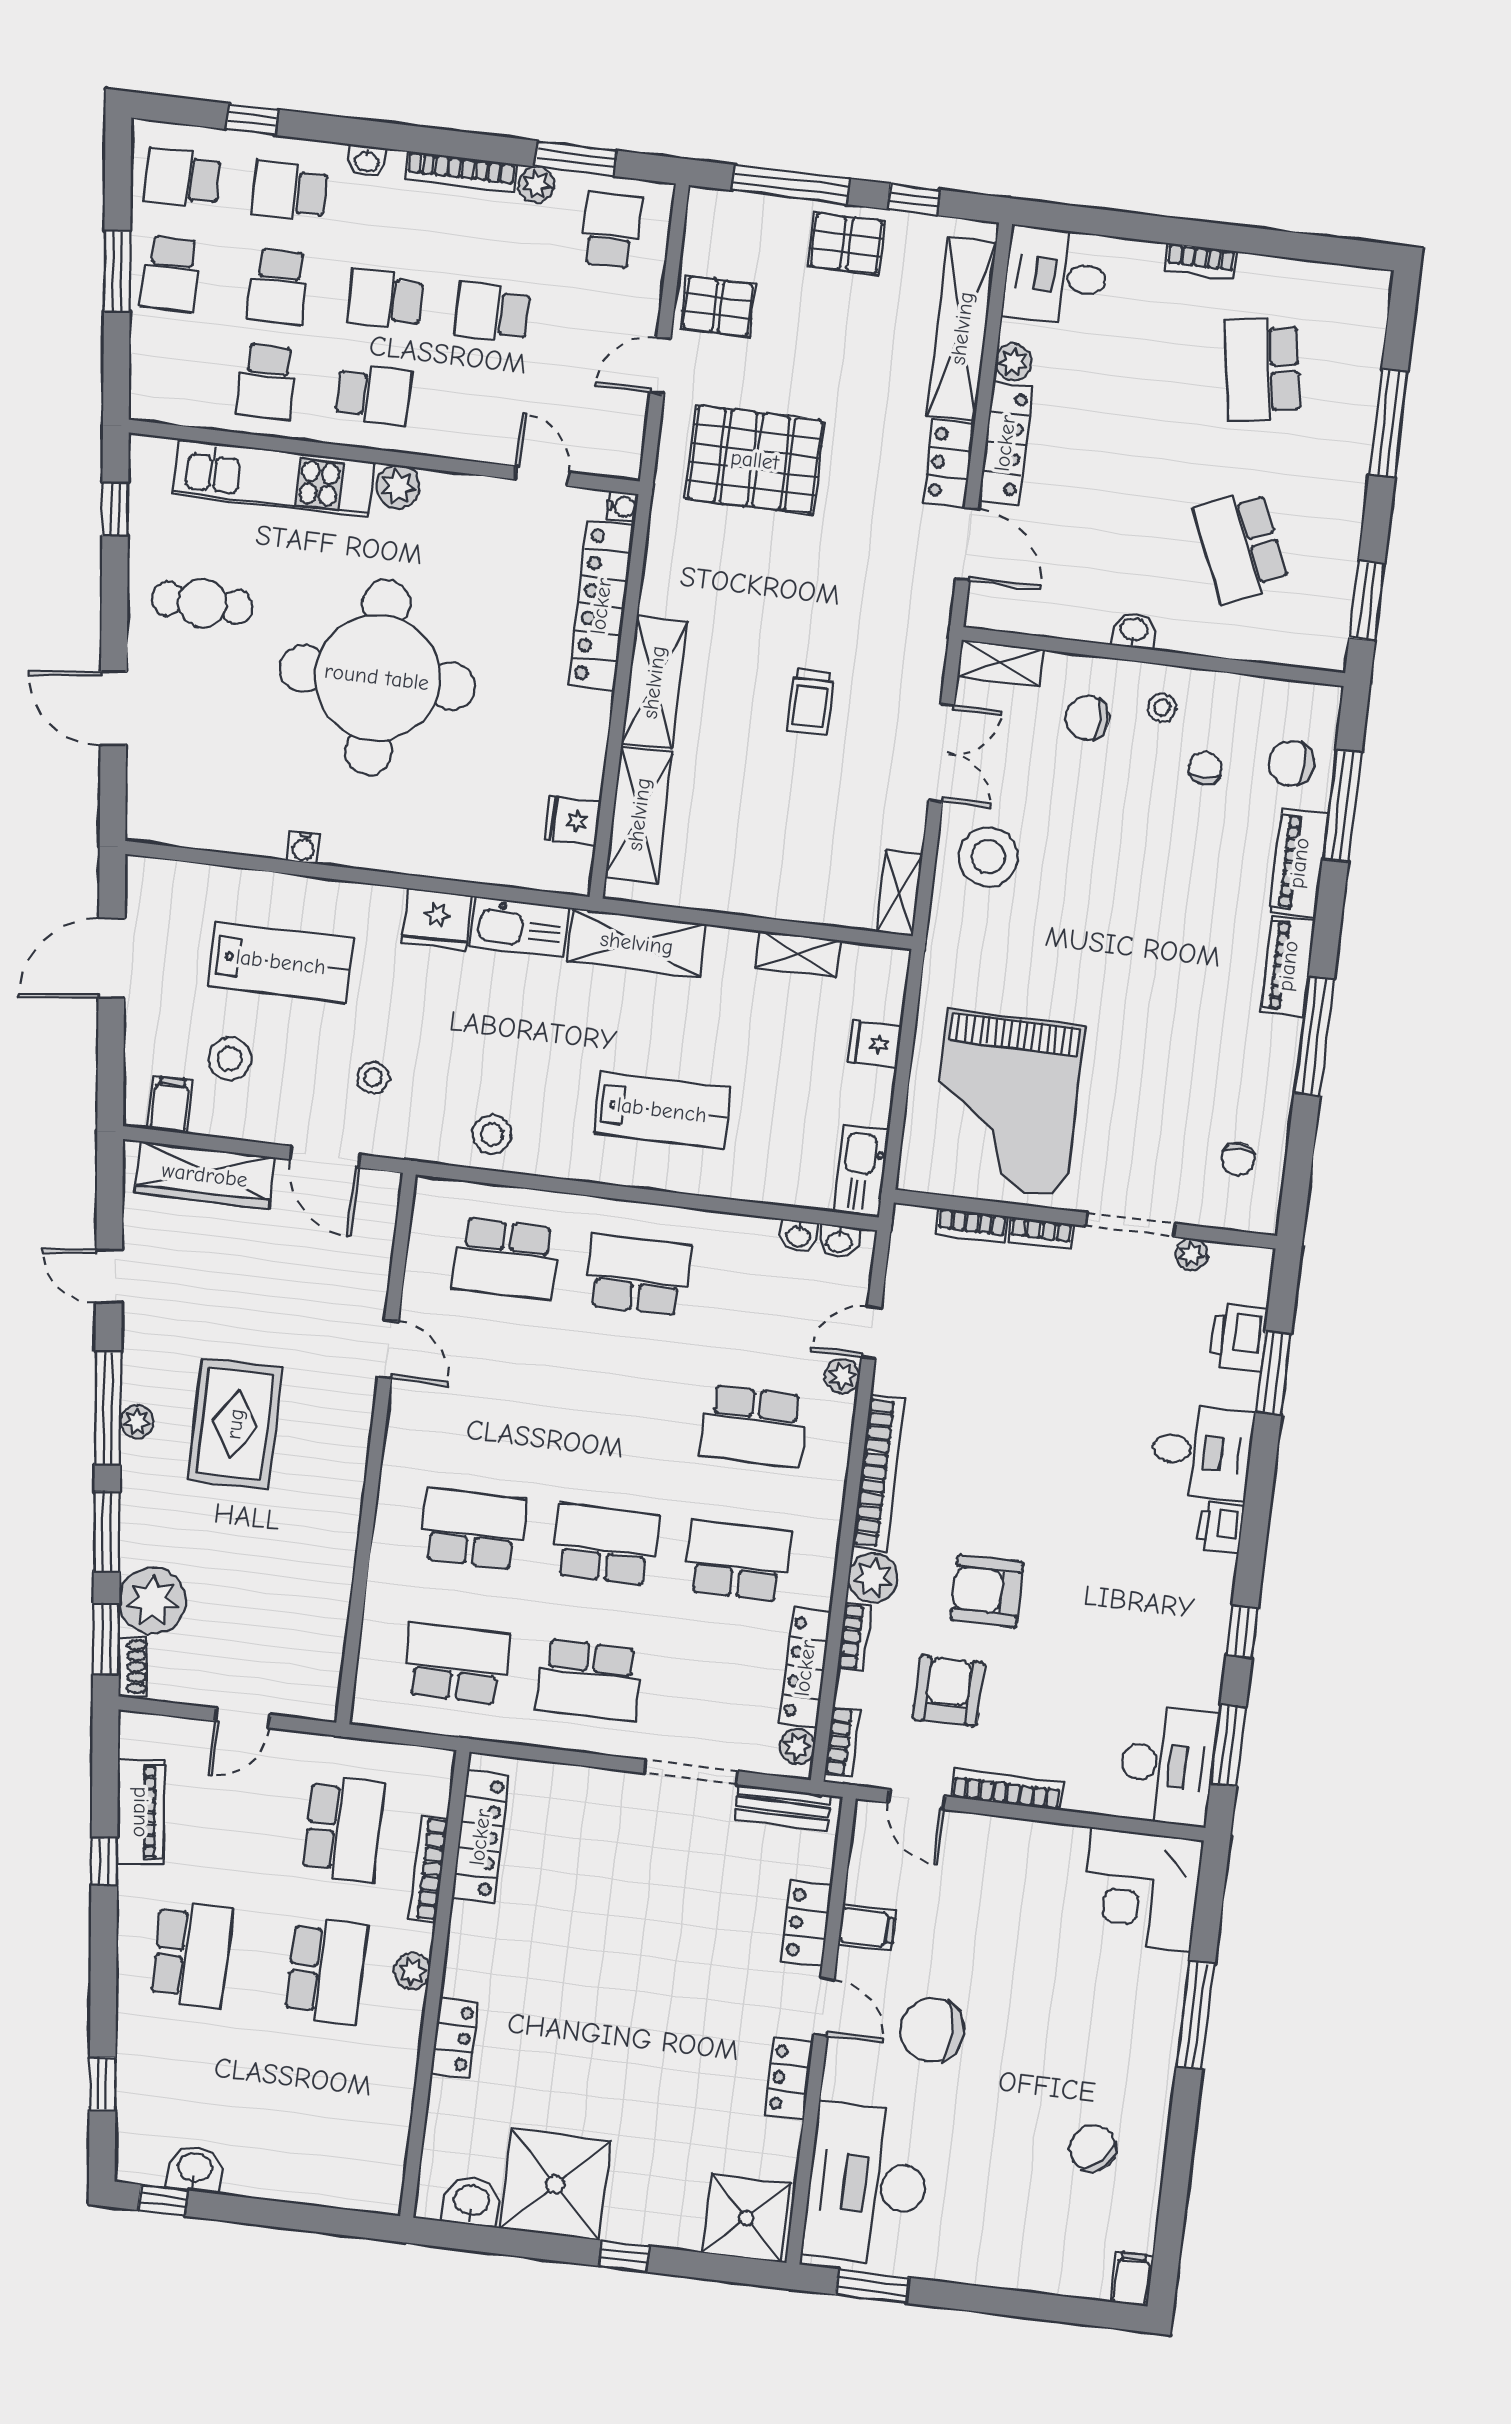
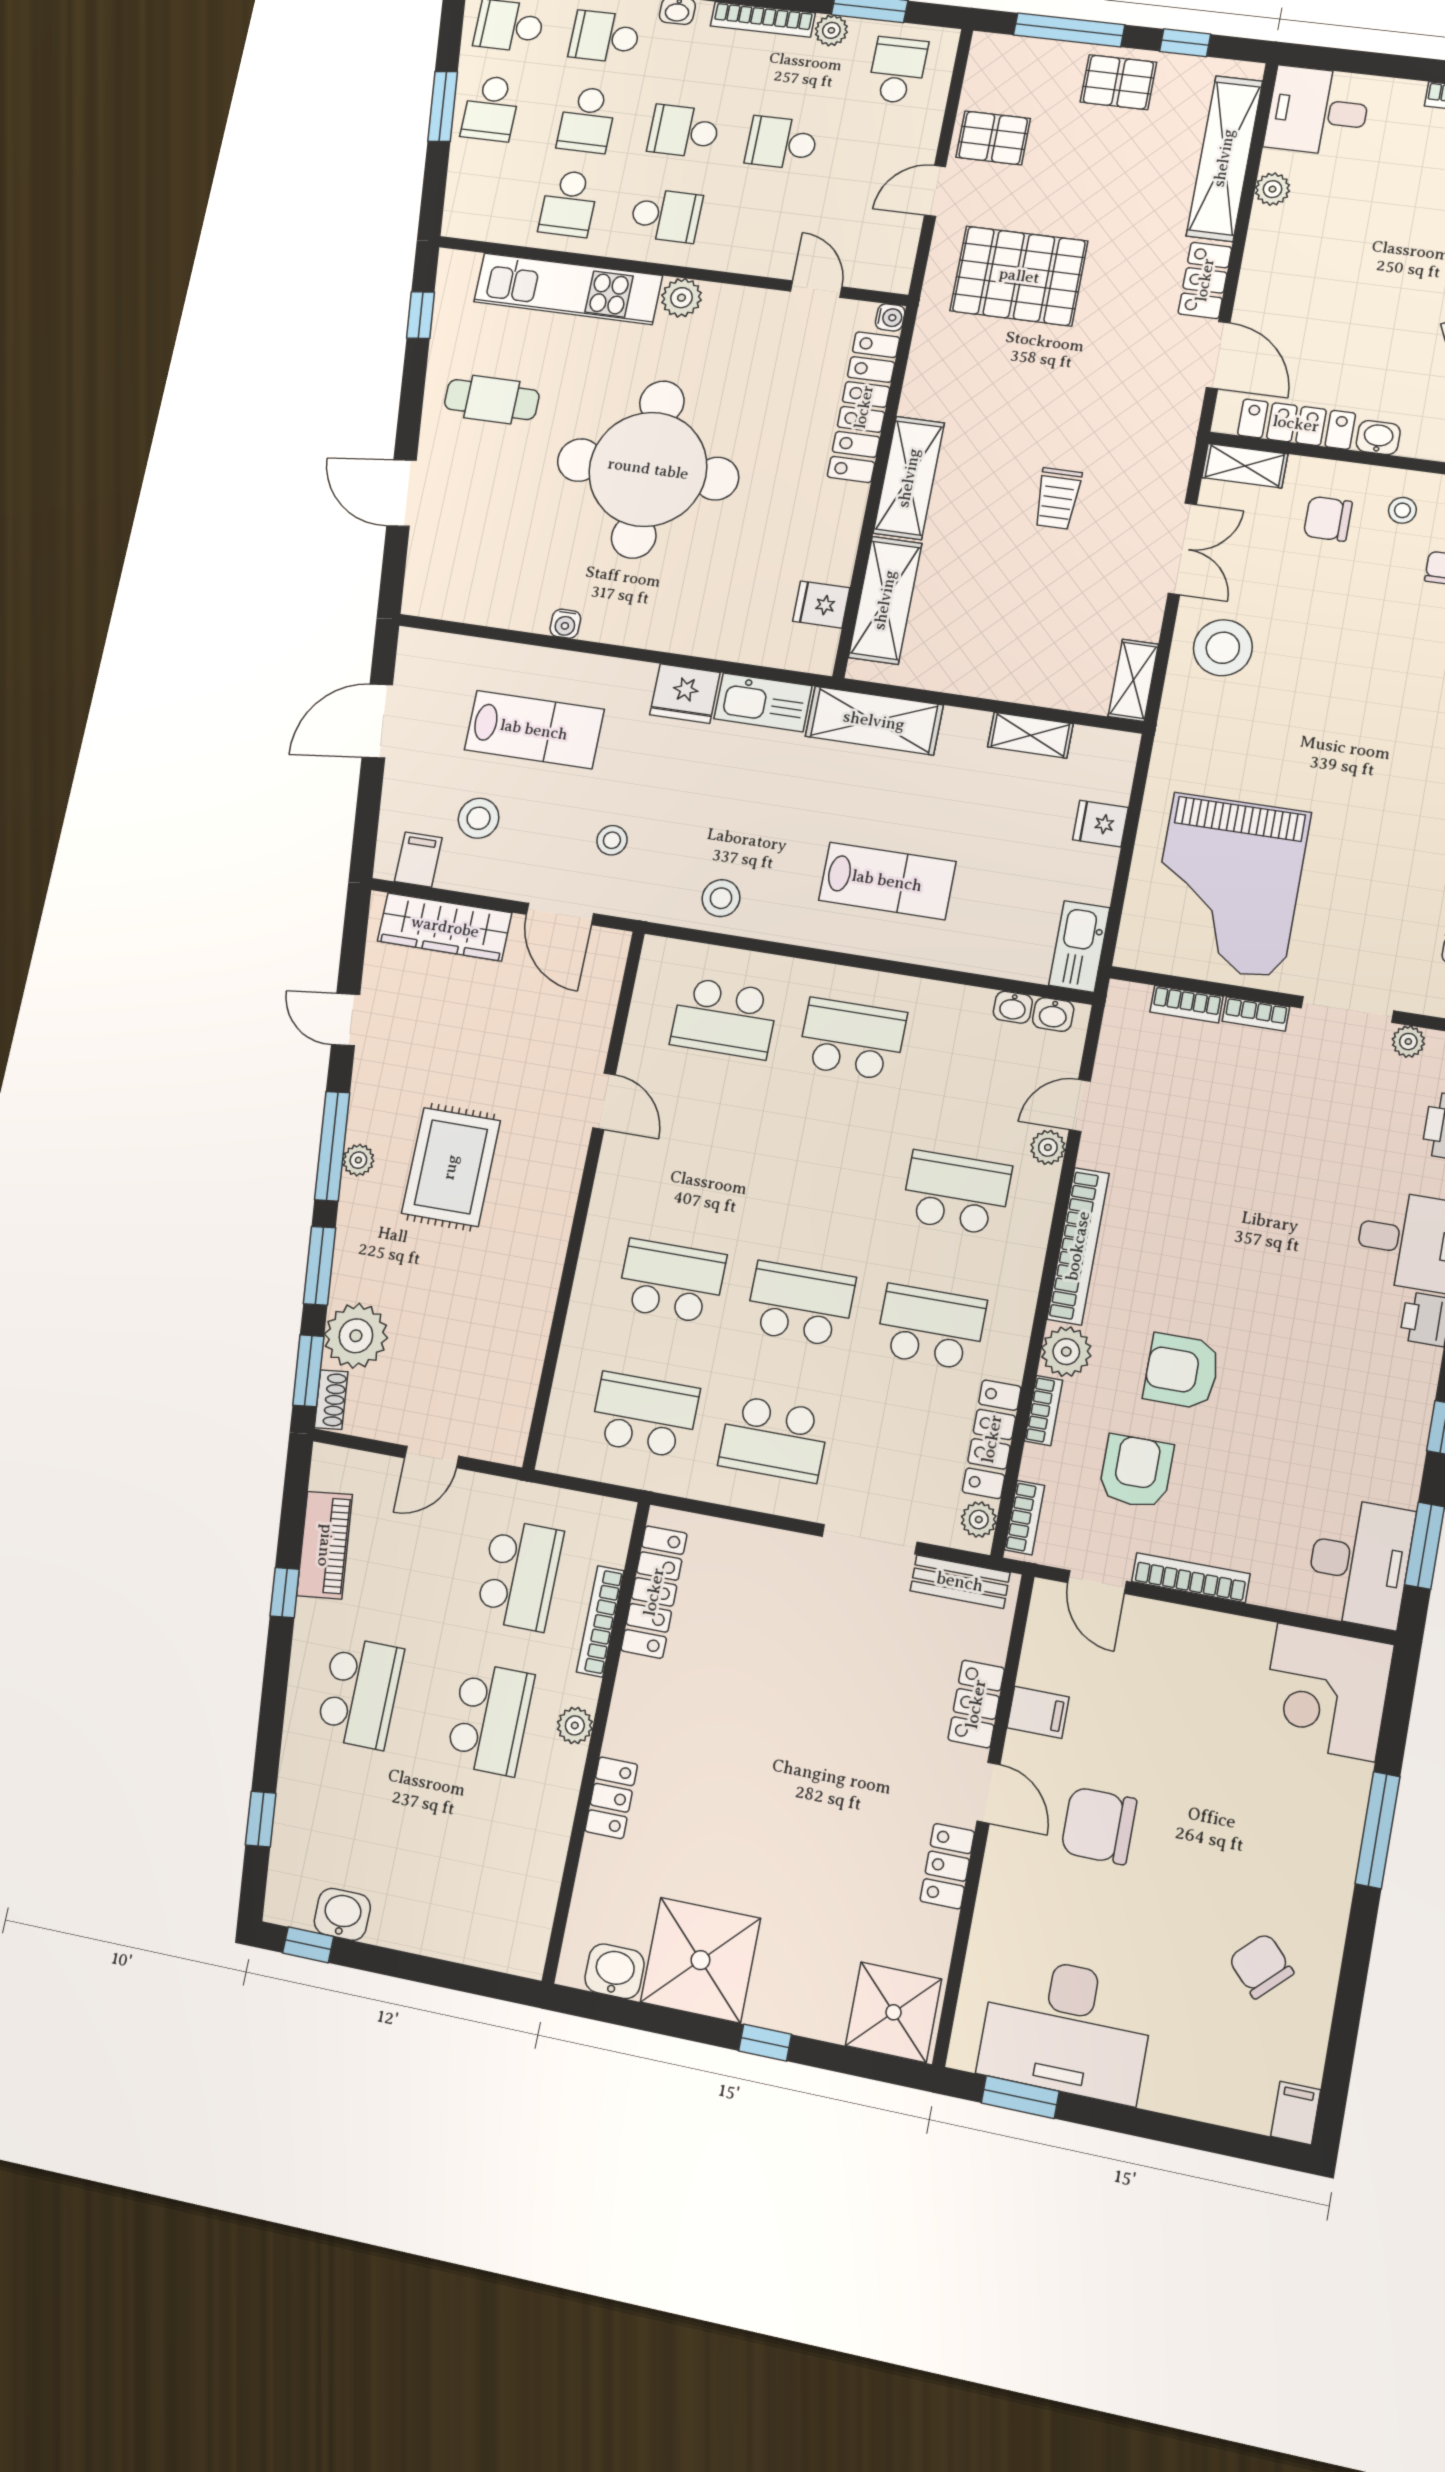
locker: (1005, 443) -> (1296, 424), moved, turned -90
school desk: (754, 1426) -> (956, 1193), turned 180
desk: (867, 2184) -> (1066, 2028), moved, turned -90

